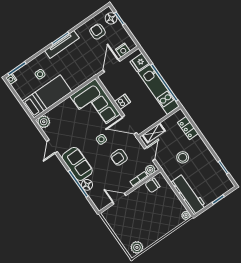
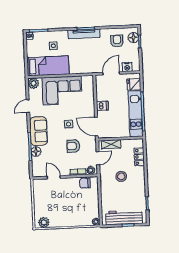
corner sofa: (95, 105) -> (62, 91), moved, turned -90
workbench: (188, 194) -> (124, 217), moved, turned -90

